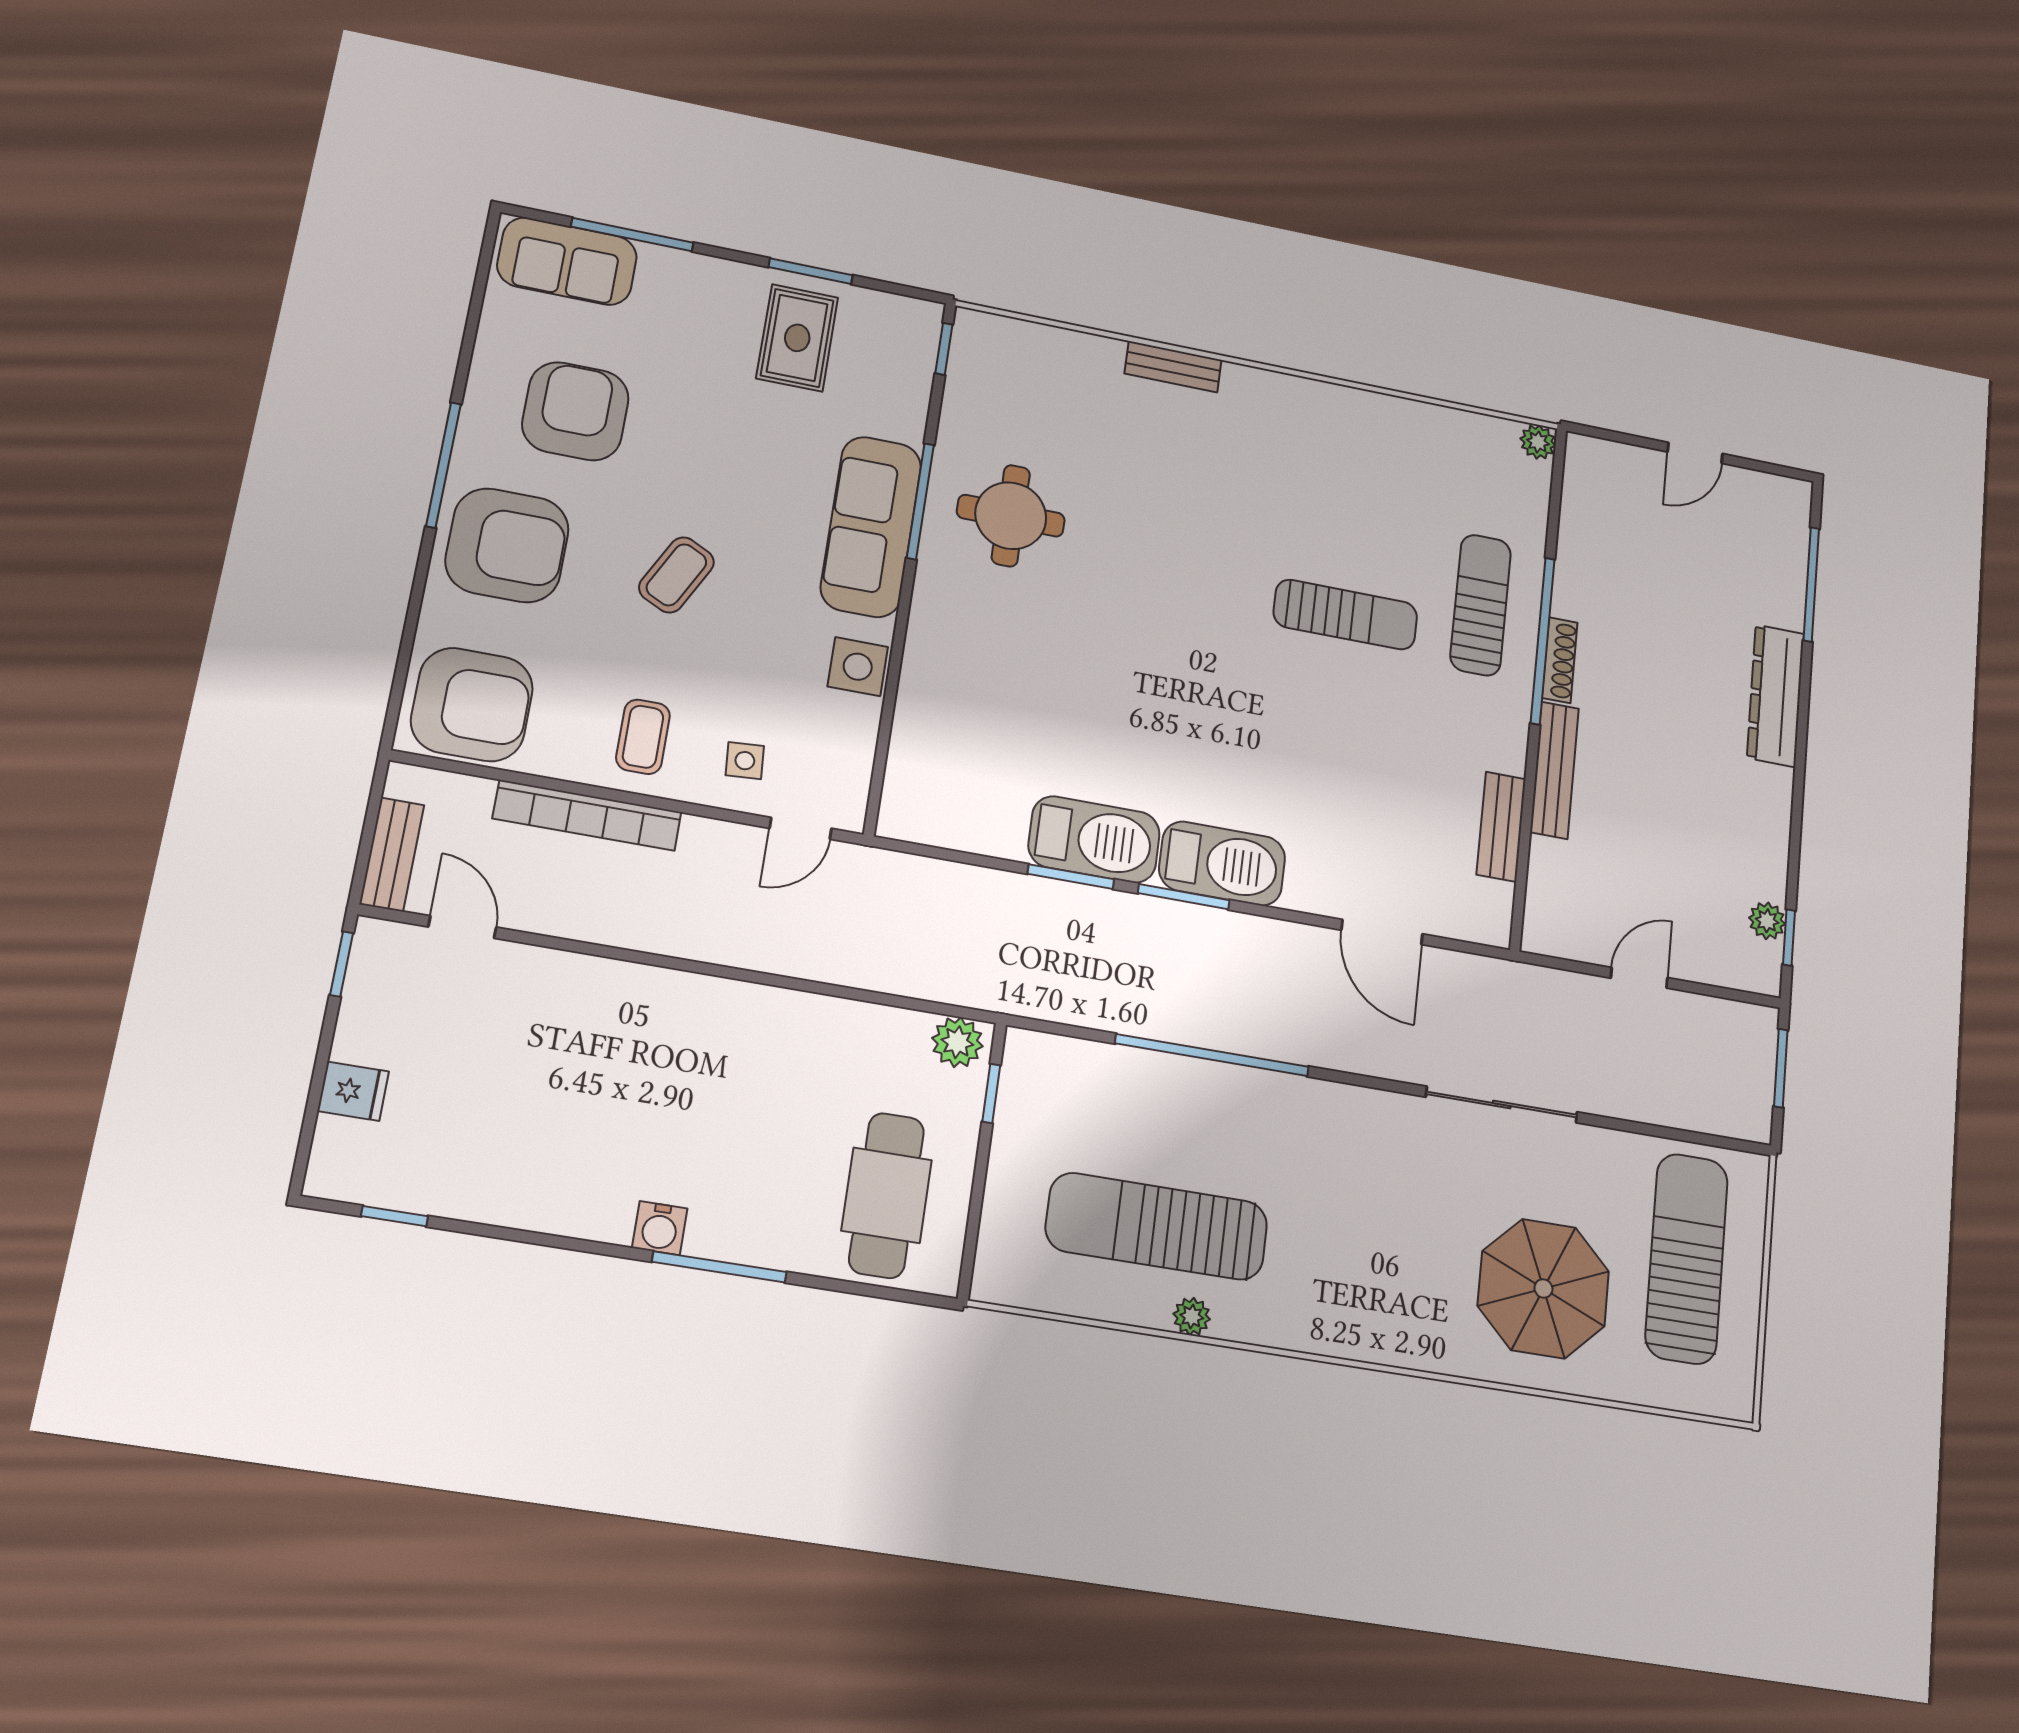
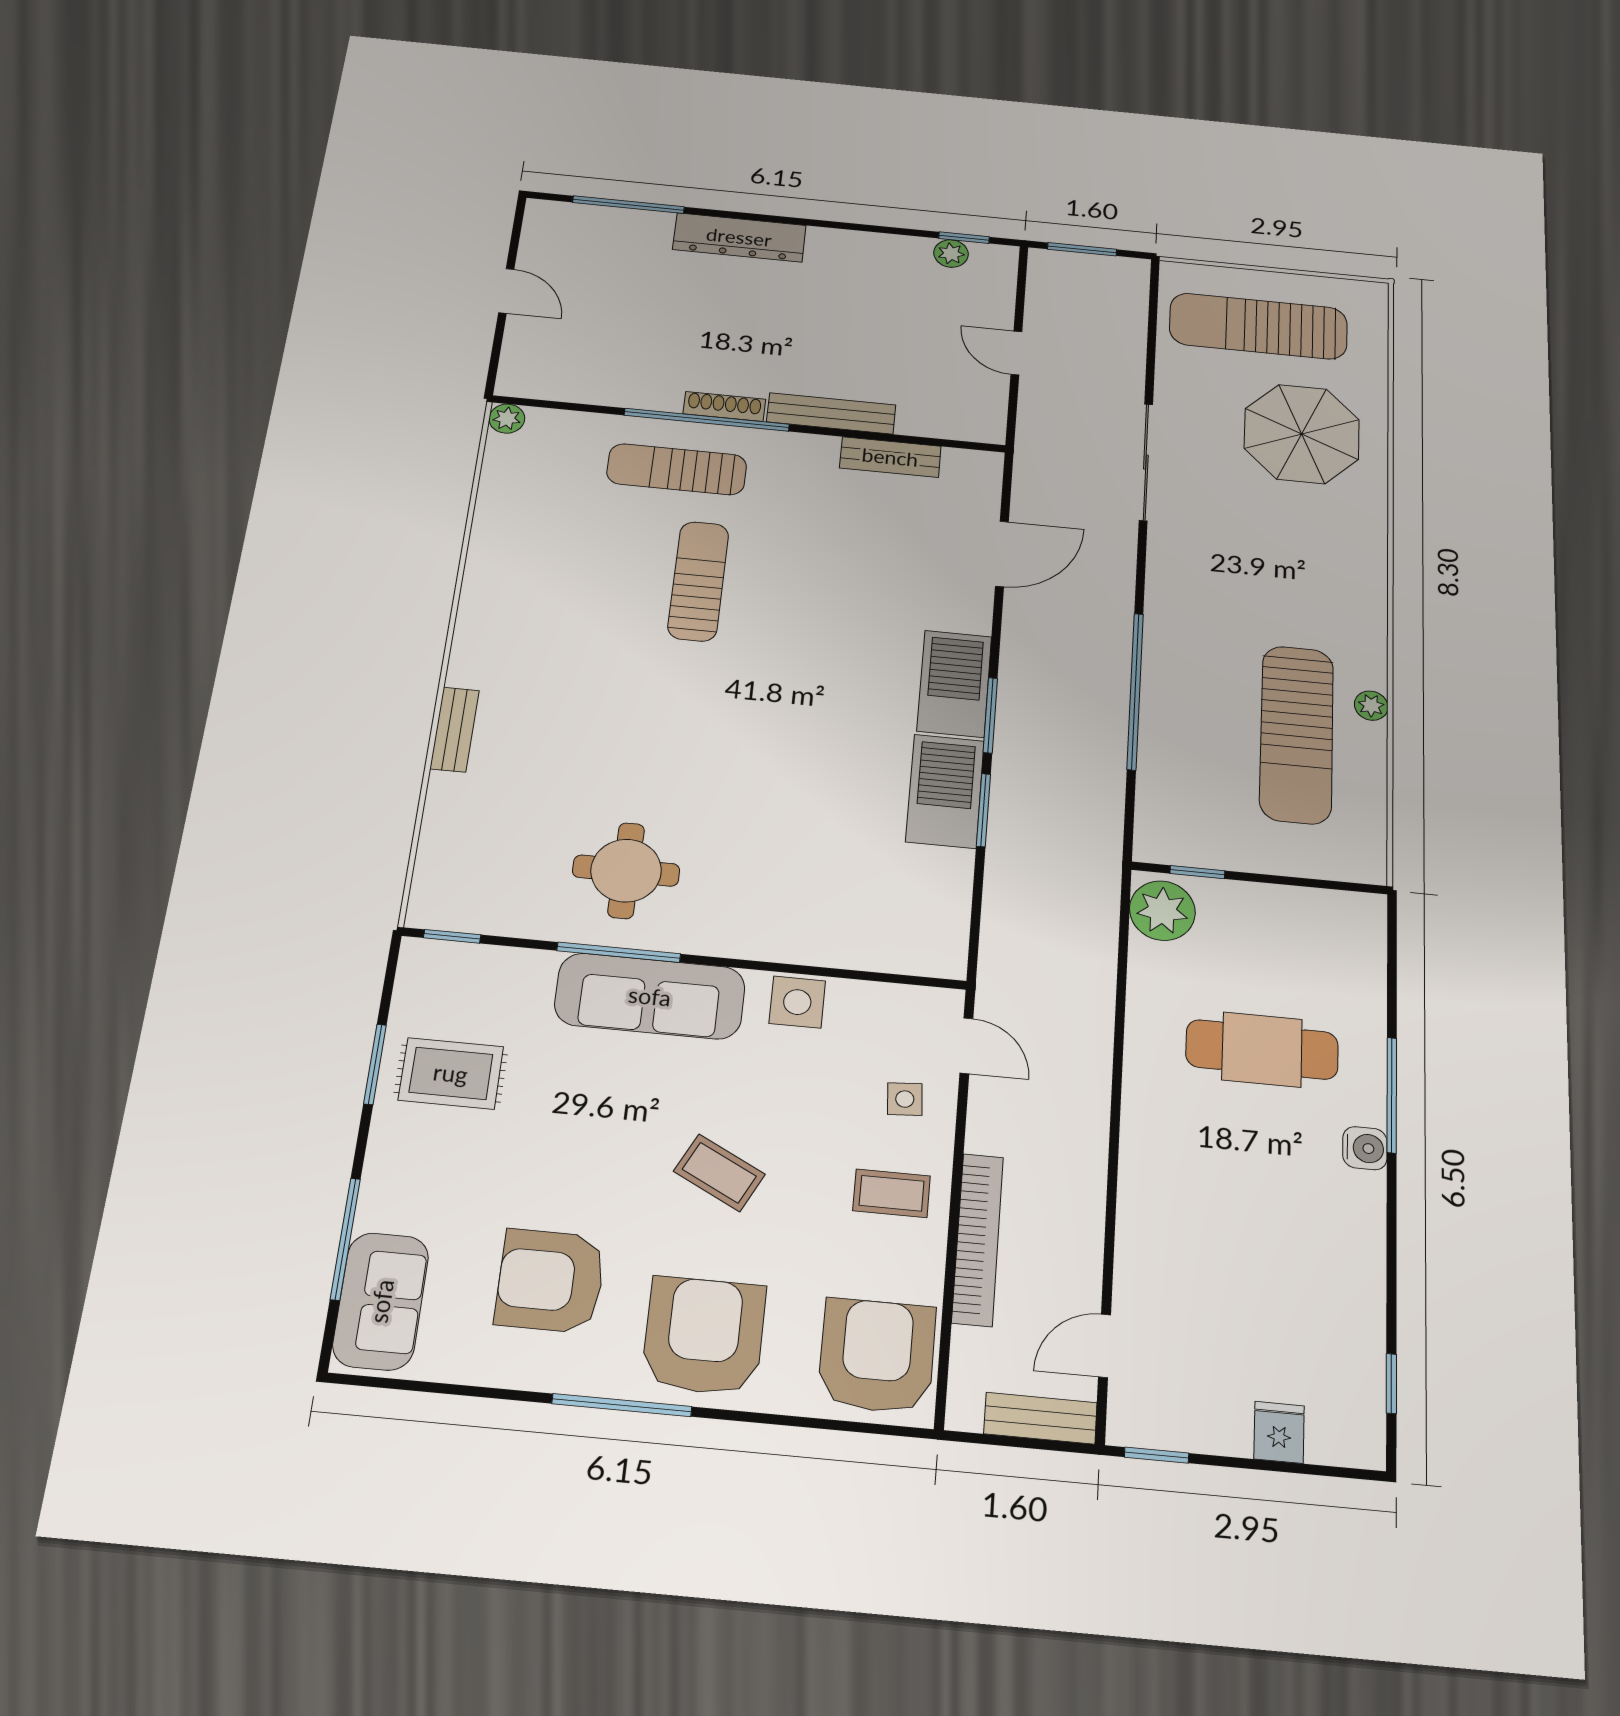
plant: (957, 1042) -> (1162, 911), width x1.36, depth x1.36
cafe table: (887, 1195) -> (1262, 1050), moved

